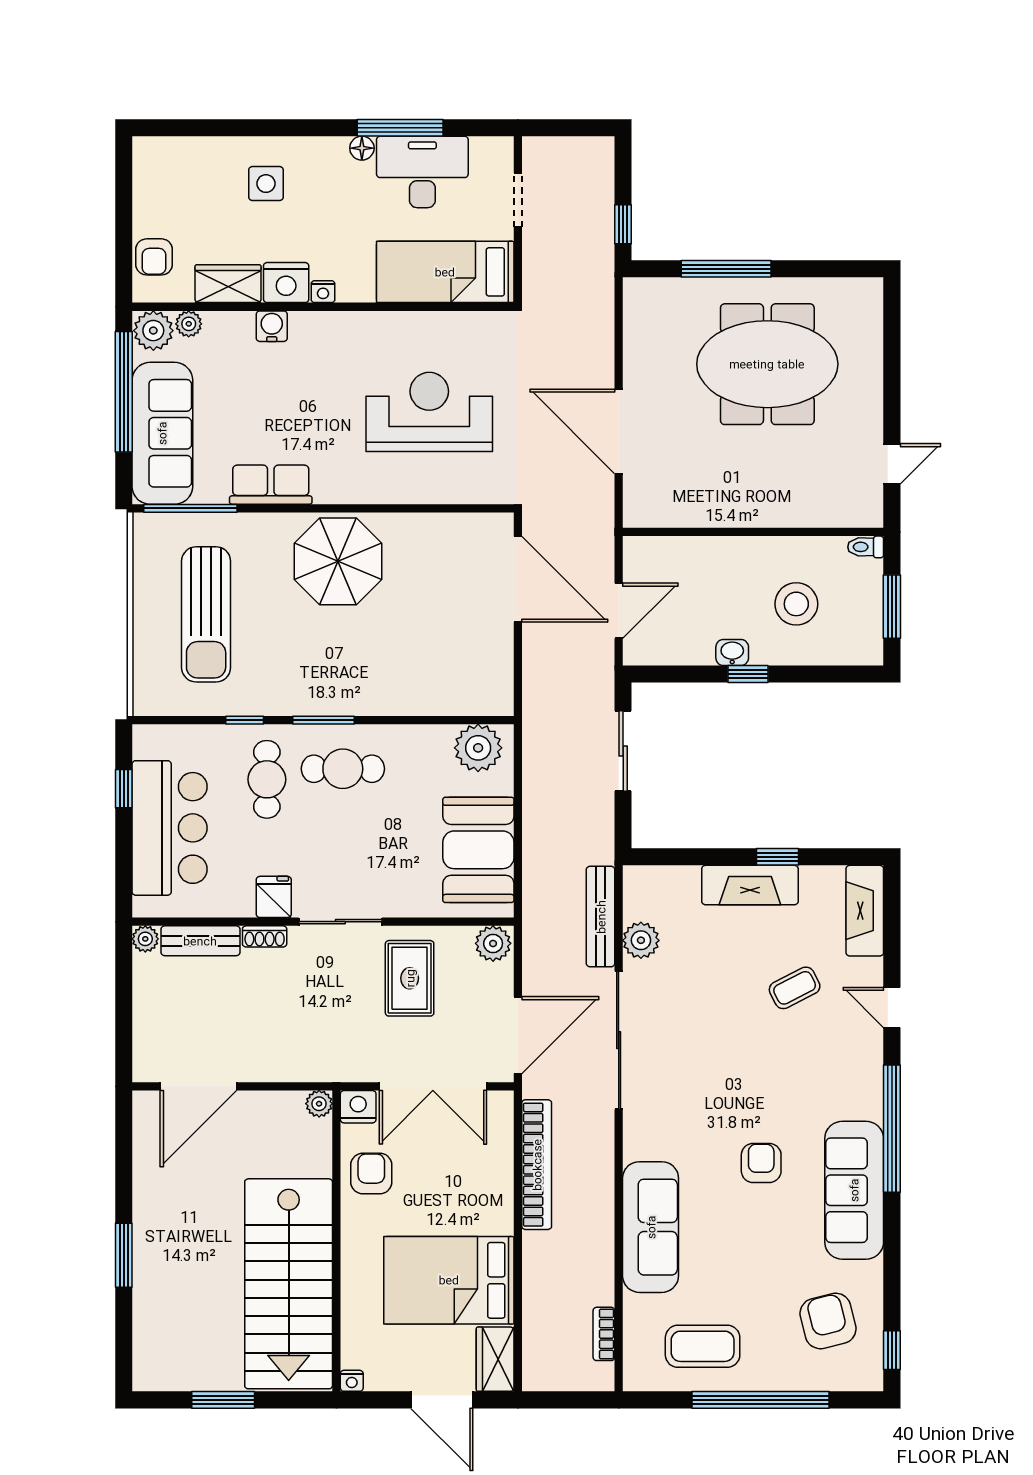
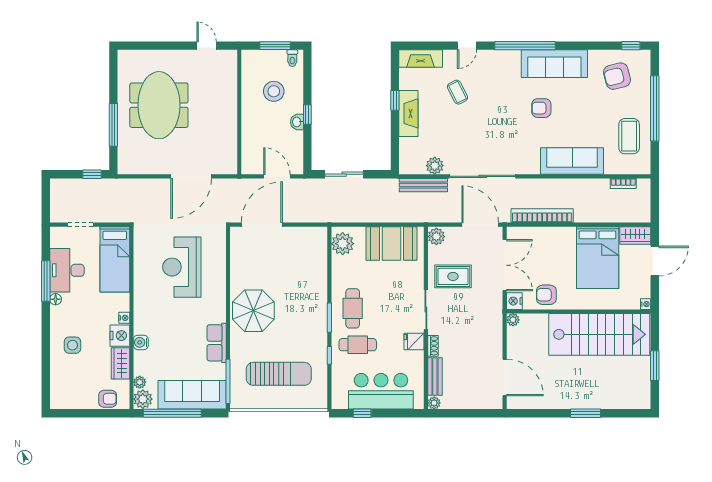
toilet: (866, 547) -> (292, 58), moved

